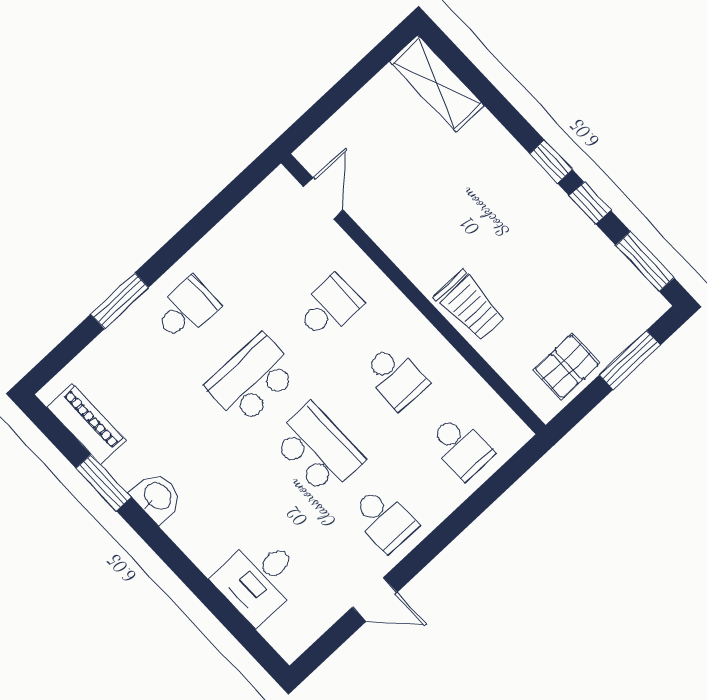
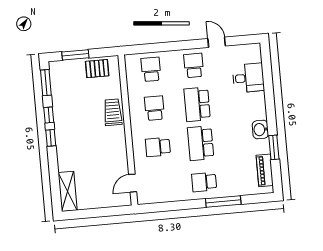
window: (120, 301) -> (223, 201), width x1.44
school desk: (252, 379) -> (201, 143), turned 90

